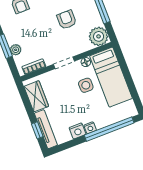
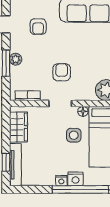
armchair: (67, 20) -> (62, 72), moved
plant: (16, 50) -> (16, 59), moved
nightstand: (78, 131) -> (76, 179), moved

